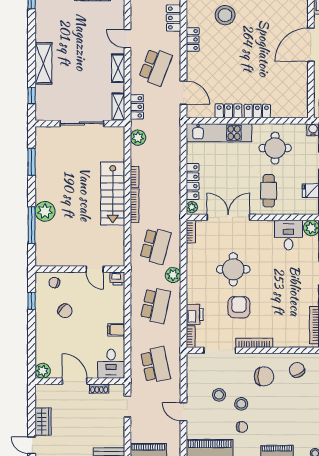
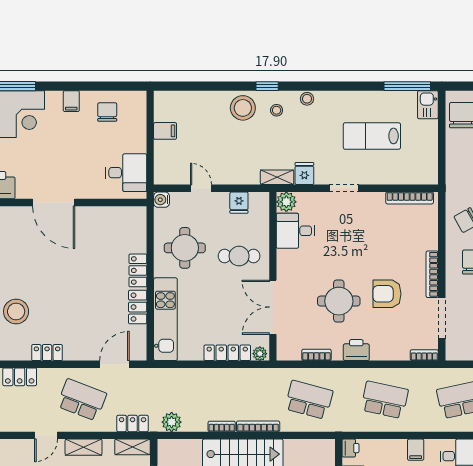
bookcase: (191, 232) -> (317, 355), moved
plant: (173, 275) -> (346, 377), removed
printer: (195, 314) -> (356, 350), moved

